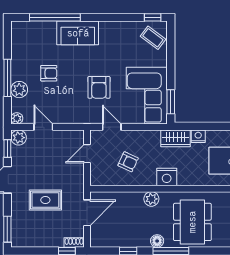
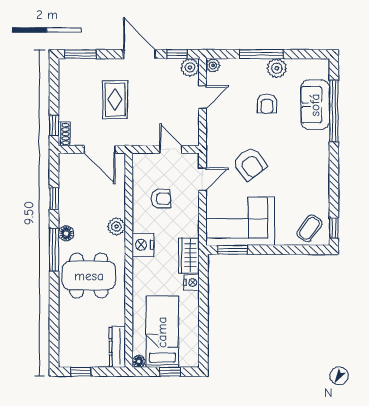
sofa: (78, 33) -> (315, 105), moved
armchair: (99, 87) -> (250, 164), turned -127
plant: (19, 90) -> (277, 68), moved
armchair: (128, 162) -> (161, 199), turned -115

